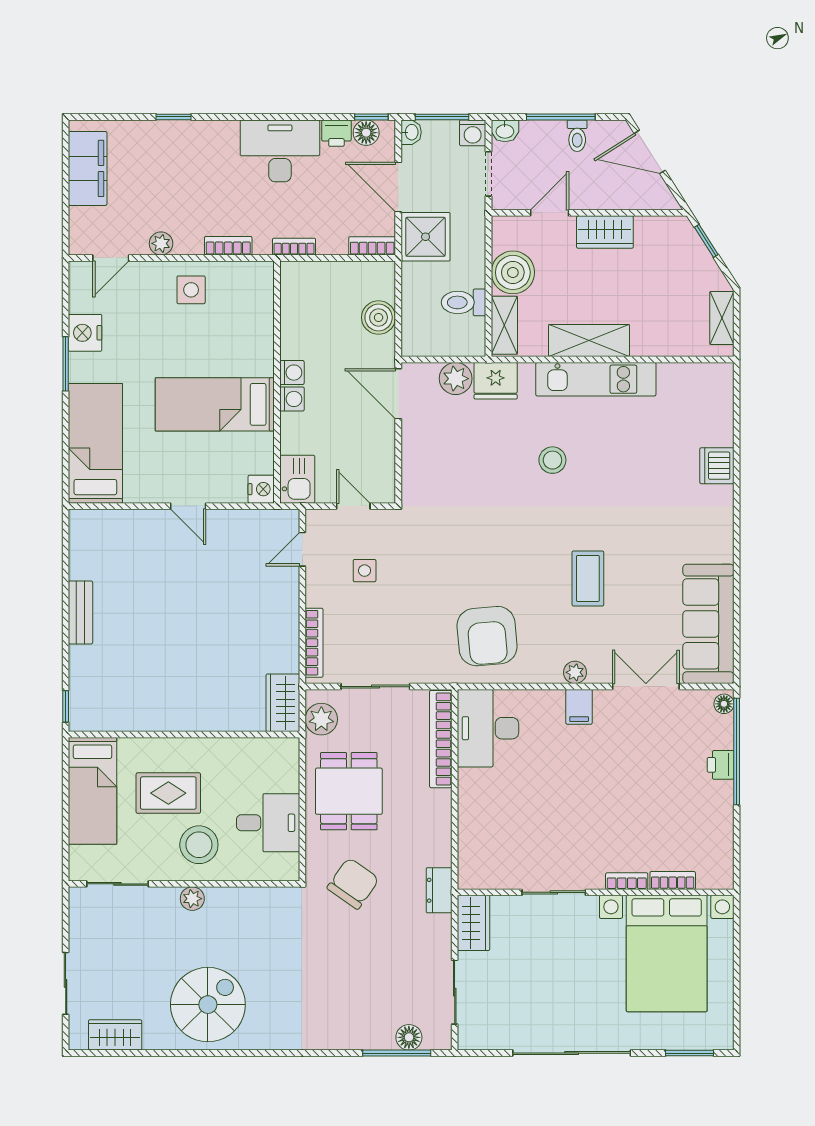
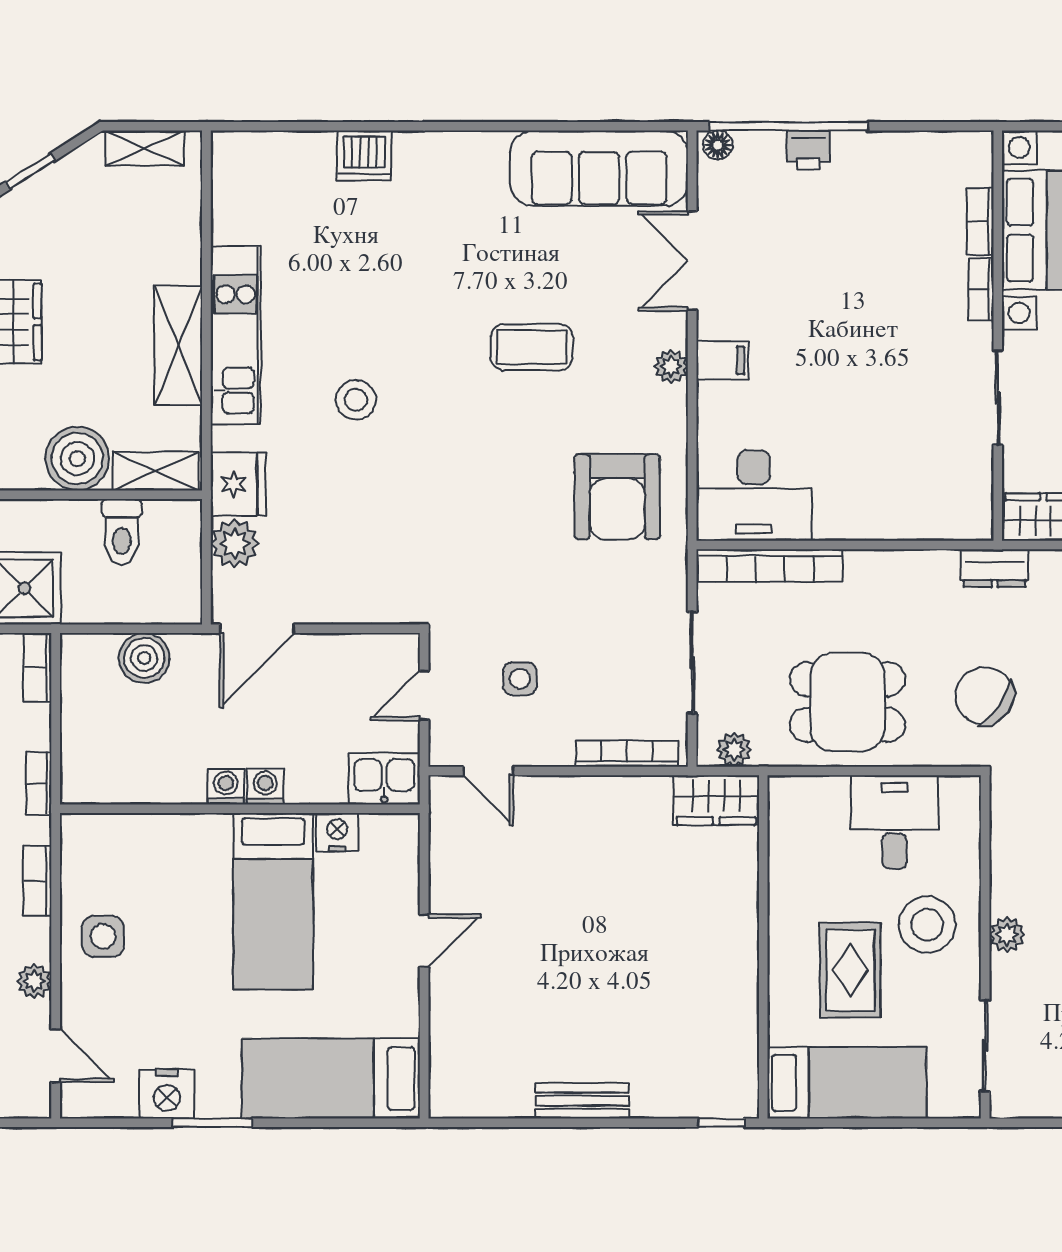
nightstand: (261, 489) -> (337, 832), moved
armchair: (487, 636) -> (617, 497), turned 95
plant: (321, 719) -> (734, 750), width x0.73, depth x0.73

